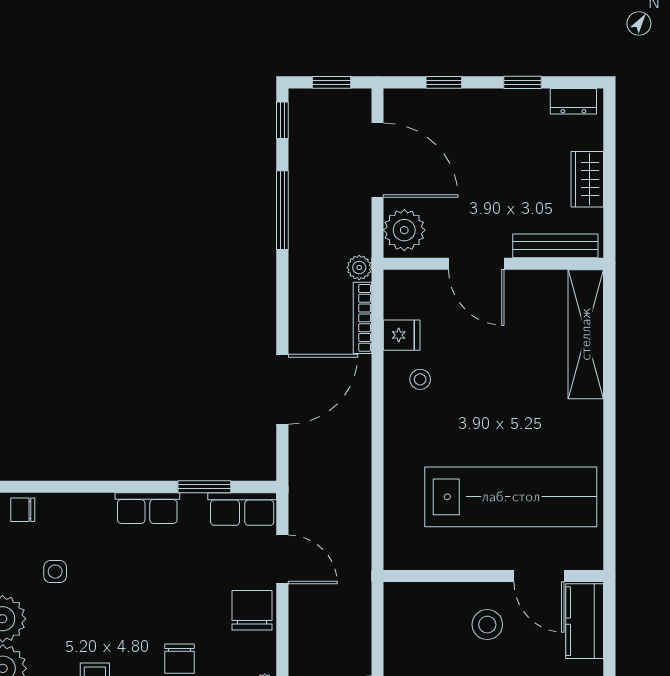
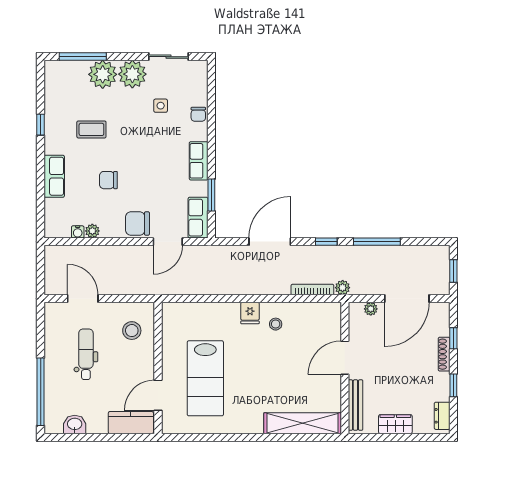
shoe rack: (470, 98) -> (444, 354), added
window: (282, 120) -> (326, 242), moved
plant: (404, 230) -> (371, 309), width x0.53, depth x0.53
fridge: (402, 335) -> (250, 313), moved
door: (282, 389) -> (270, 242), swing flipped
lab bench: (511, 497) -> (205, 378), width x0.73
chair: (23, 510) -> (198, 114), moved, turned 180
chair: (252, 610) -> (137, 224), turned 180
stool: (487, 625) -> (132, 331), moved

